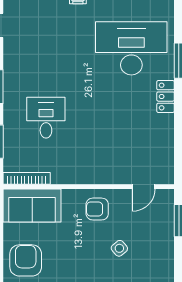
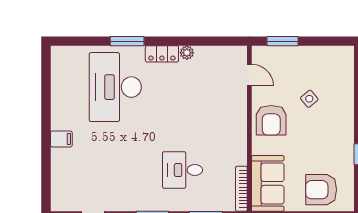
plant: (167, 122) -> (187, 53), added
armchair: (97, 209) -> (271, 120), width x1.38, depth x1.38

